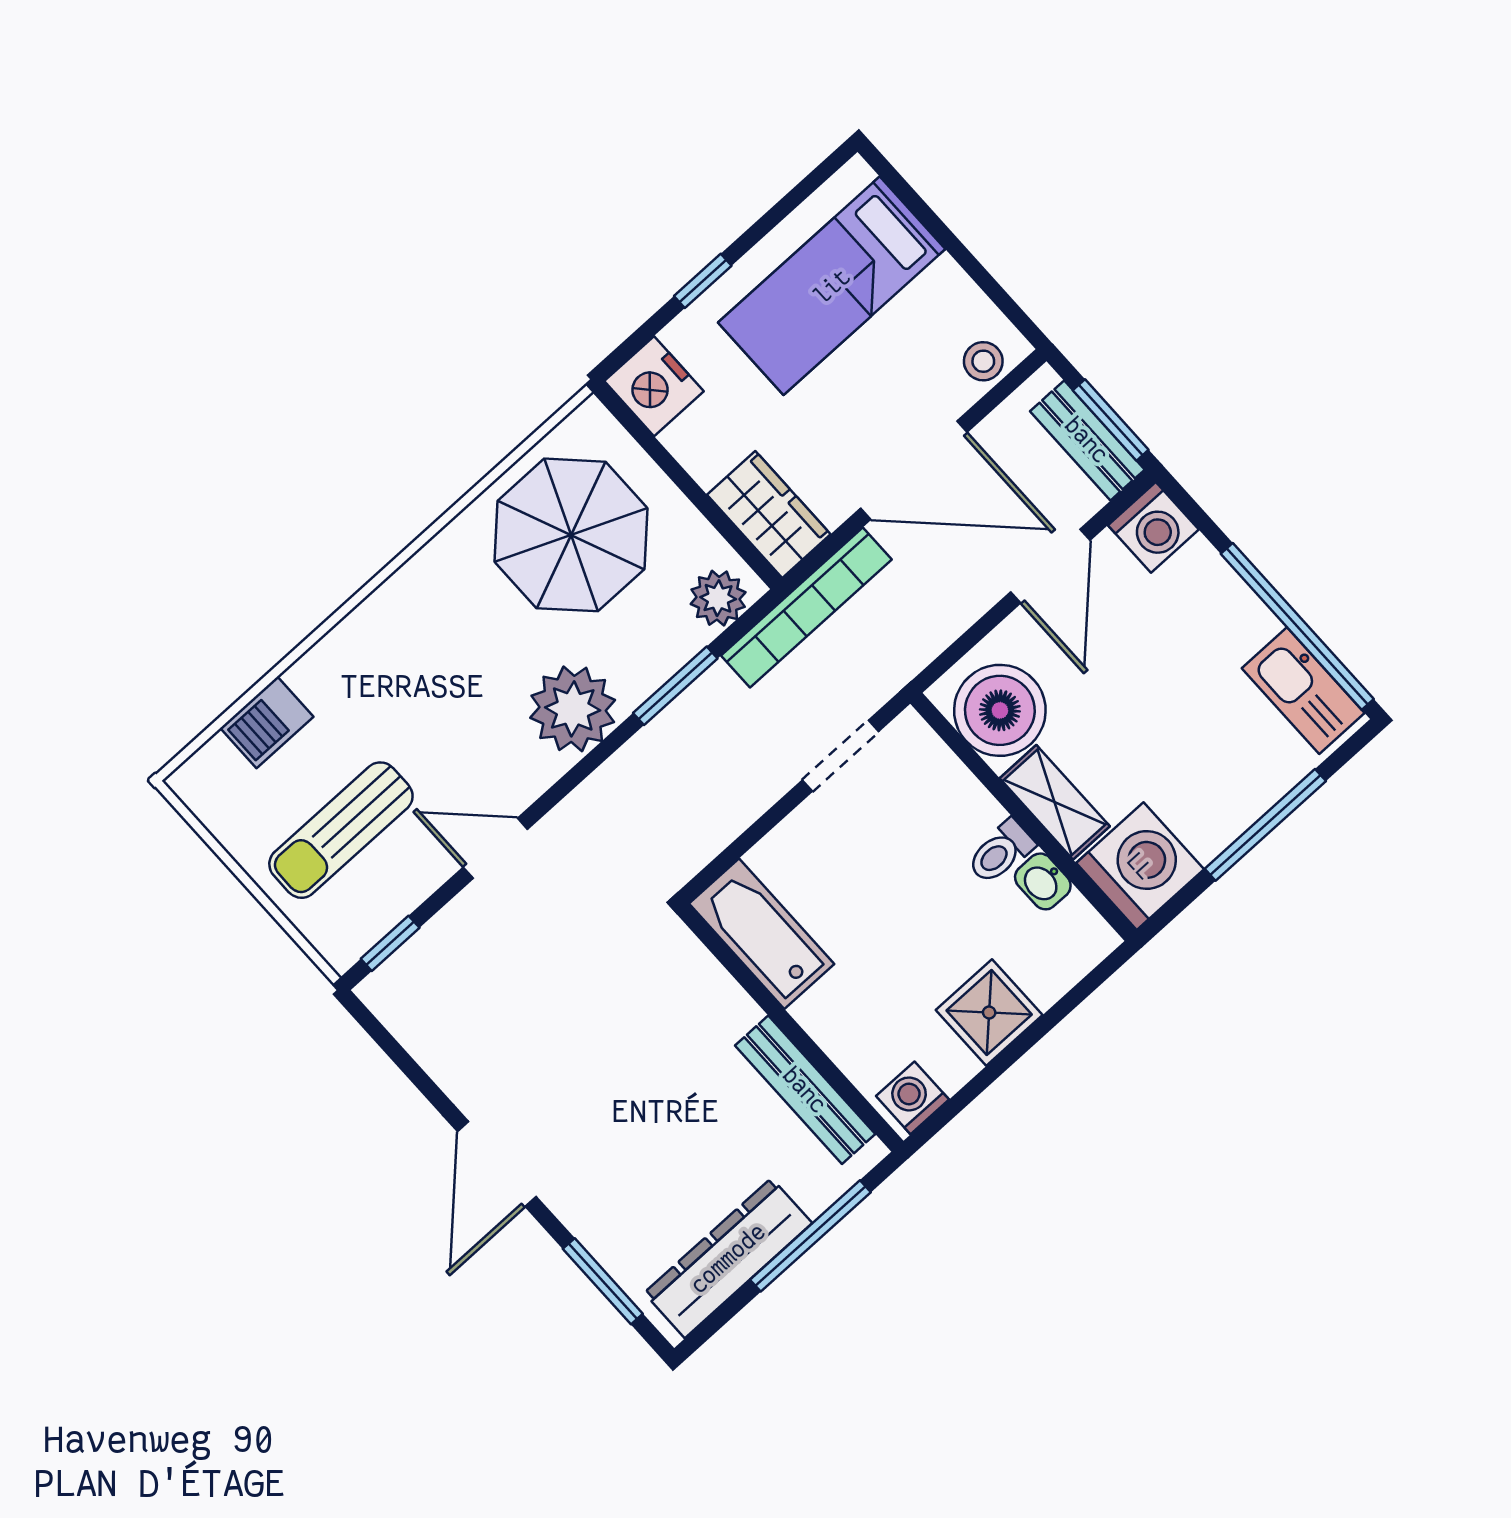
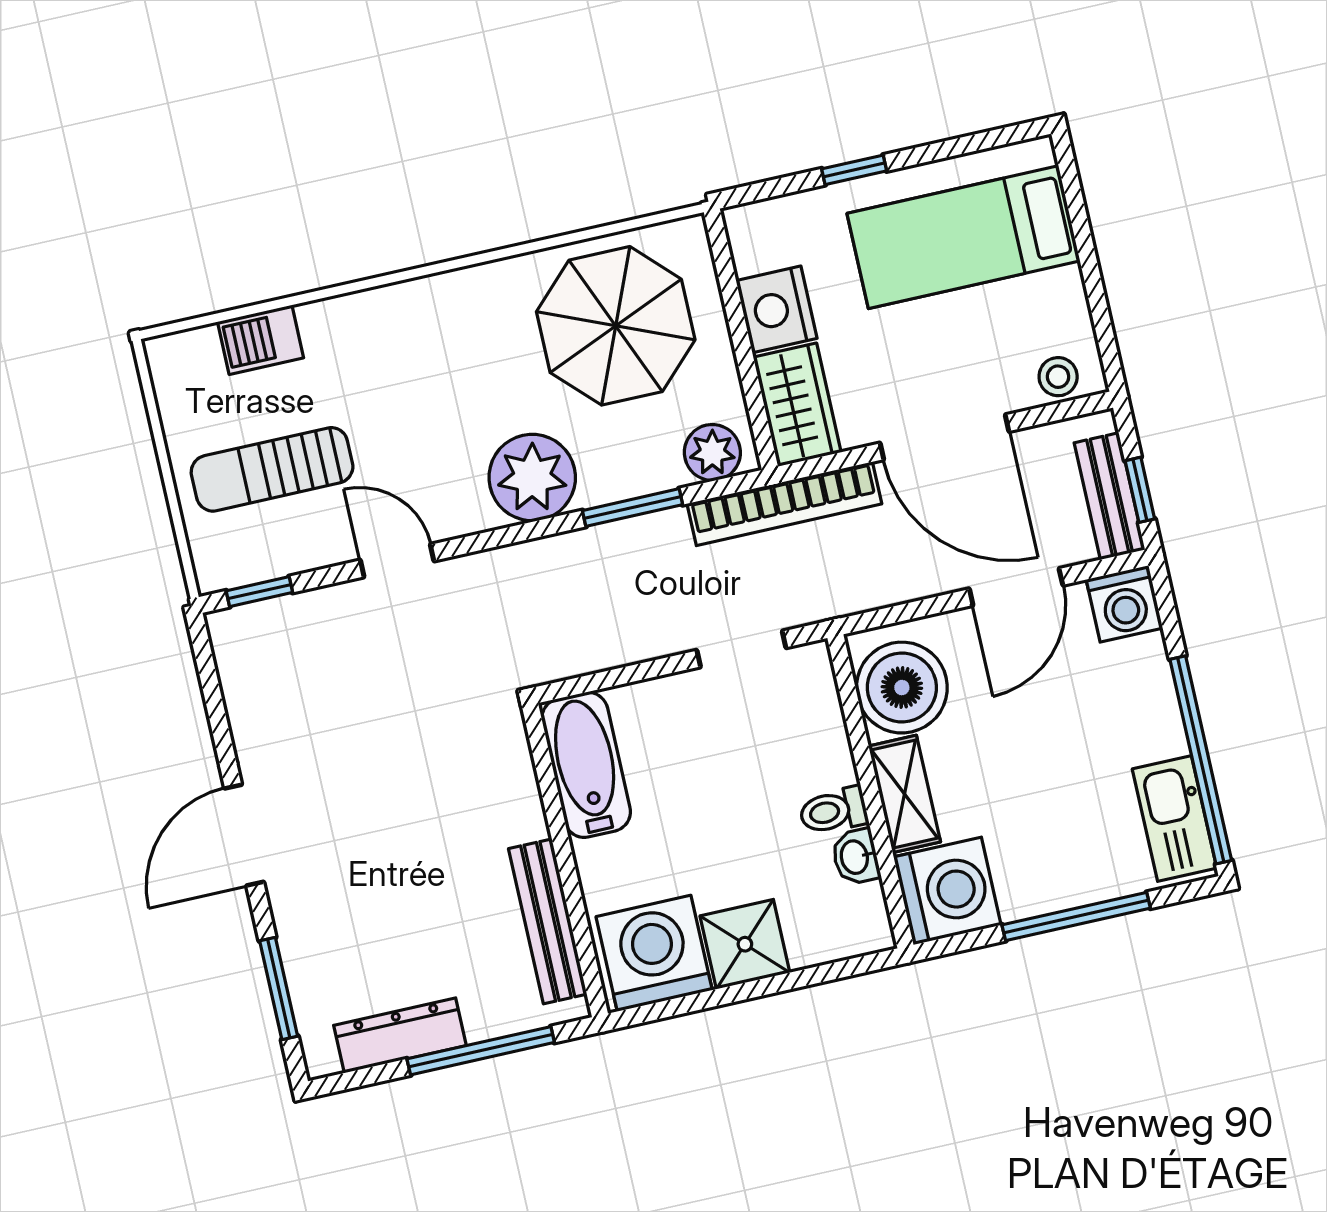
nightstand: (654, 386) -> (777, 309), moved
window: (1111, 420) -> (1140, 490), width x0.67
washing machine: (912, 1098) -> (654, 953), width x1.89, depth x1.89
dresser: (728, 1258) -> (400, 1035), width x0.73, depth x0.80

